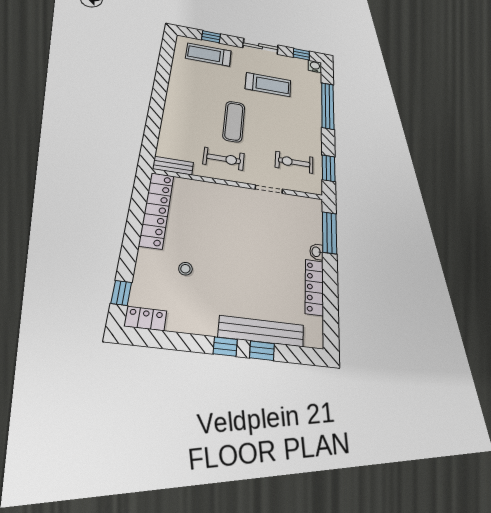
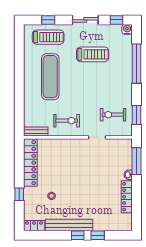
treadmill: (209, 55) -> (48, 37), turned 180
exercise mat: (234, 121) -> (50, 77), moved, width x1.36, depth x1.45
window: (121, 293) -> (19, 194), moved
bench: (261, 331) -> (69, 225), moved

